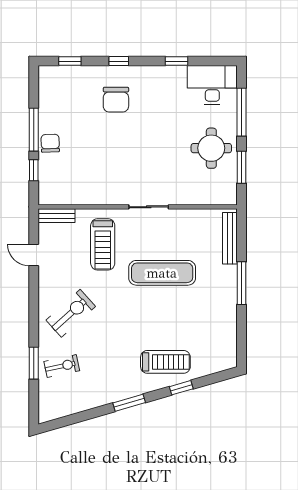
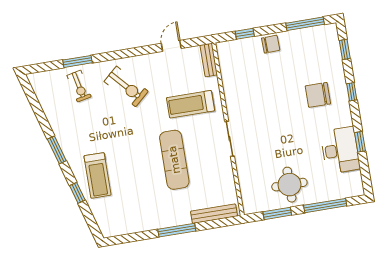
desk: (212, 85) -> (340, 150), moved
window: (34, 130) -> (305, 24), moved

